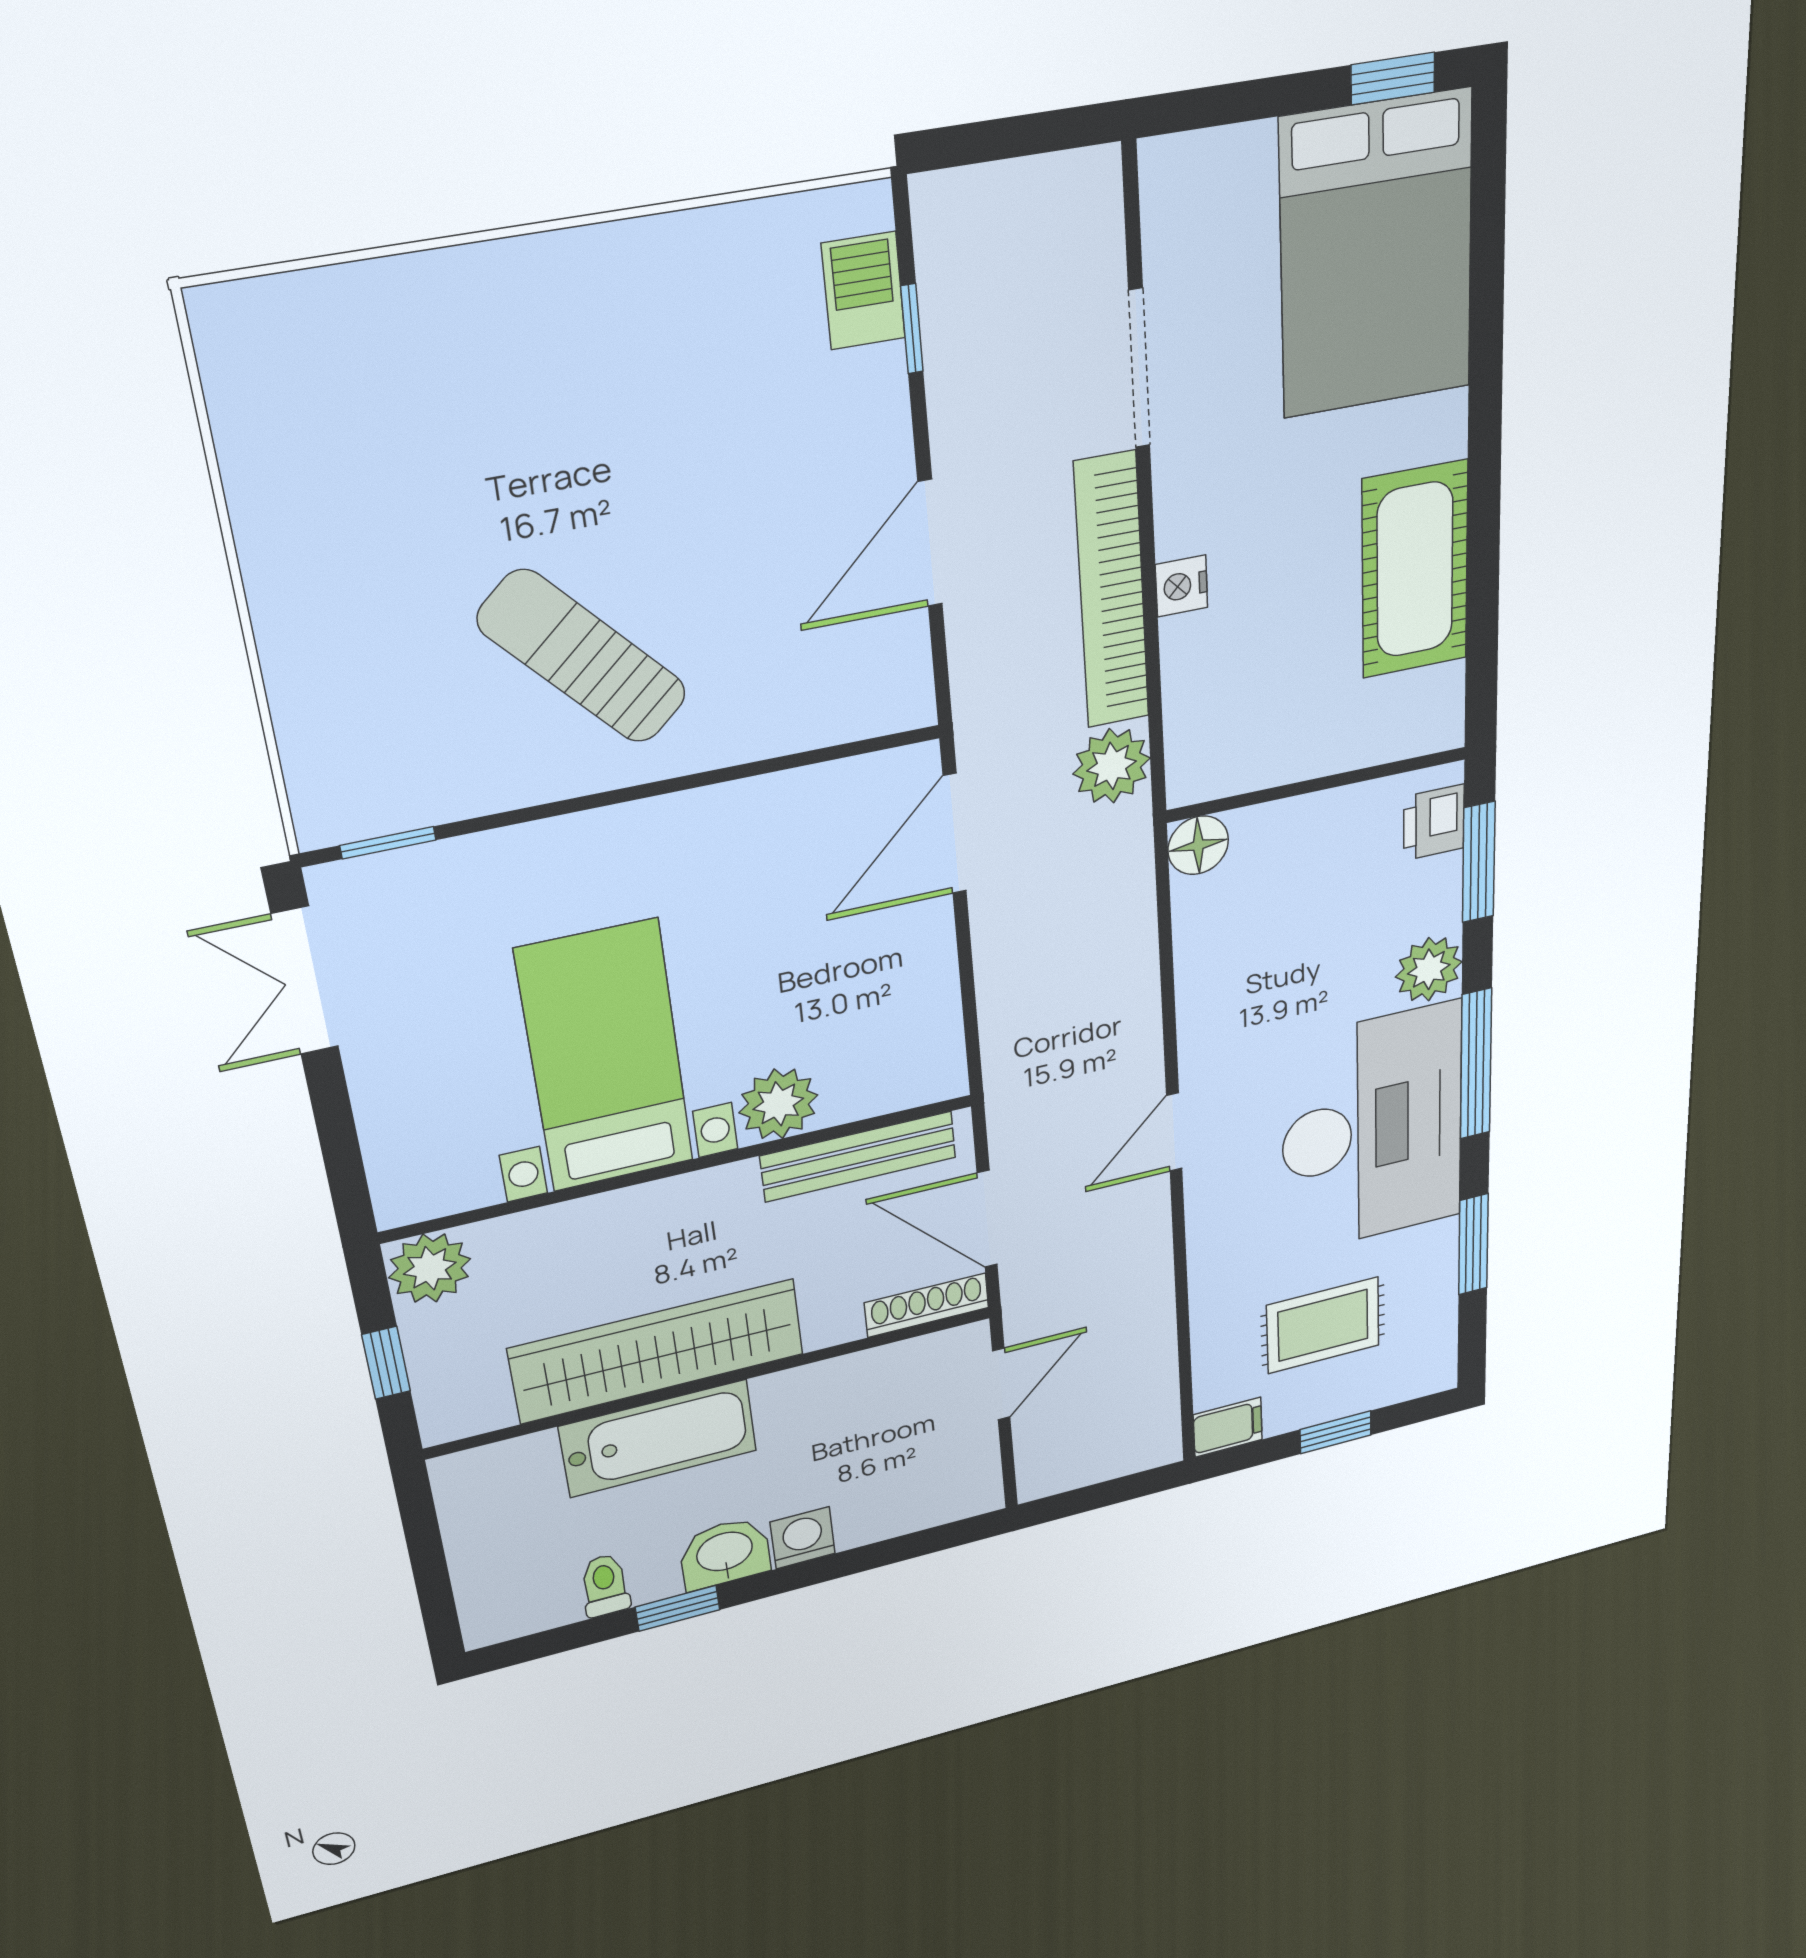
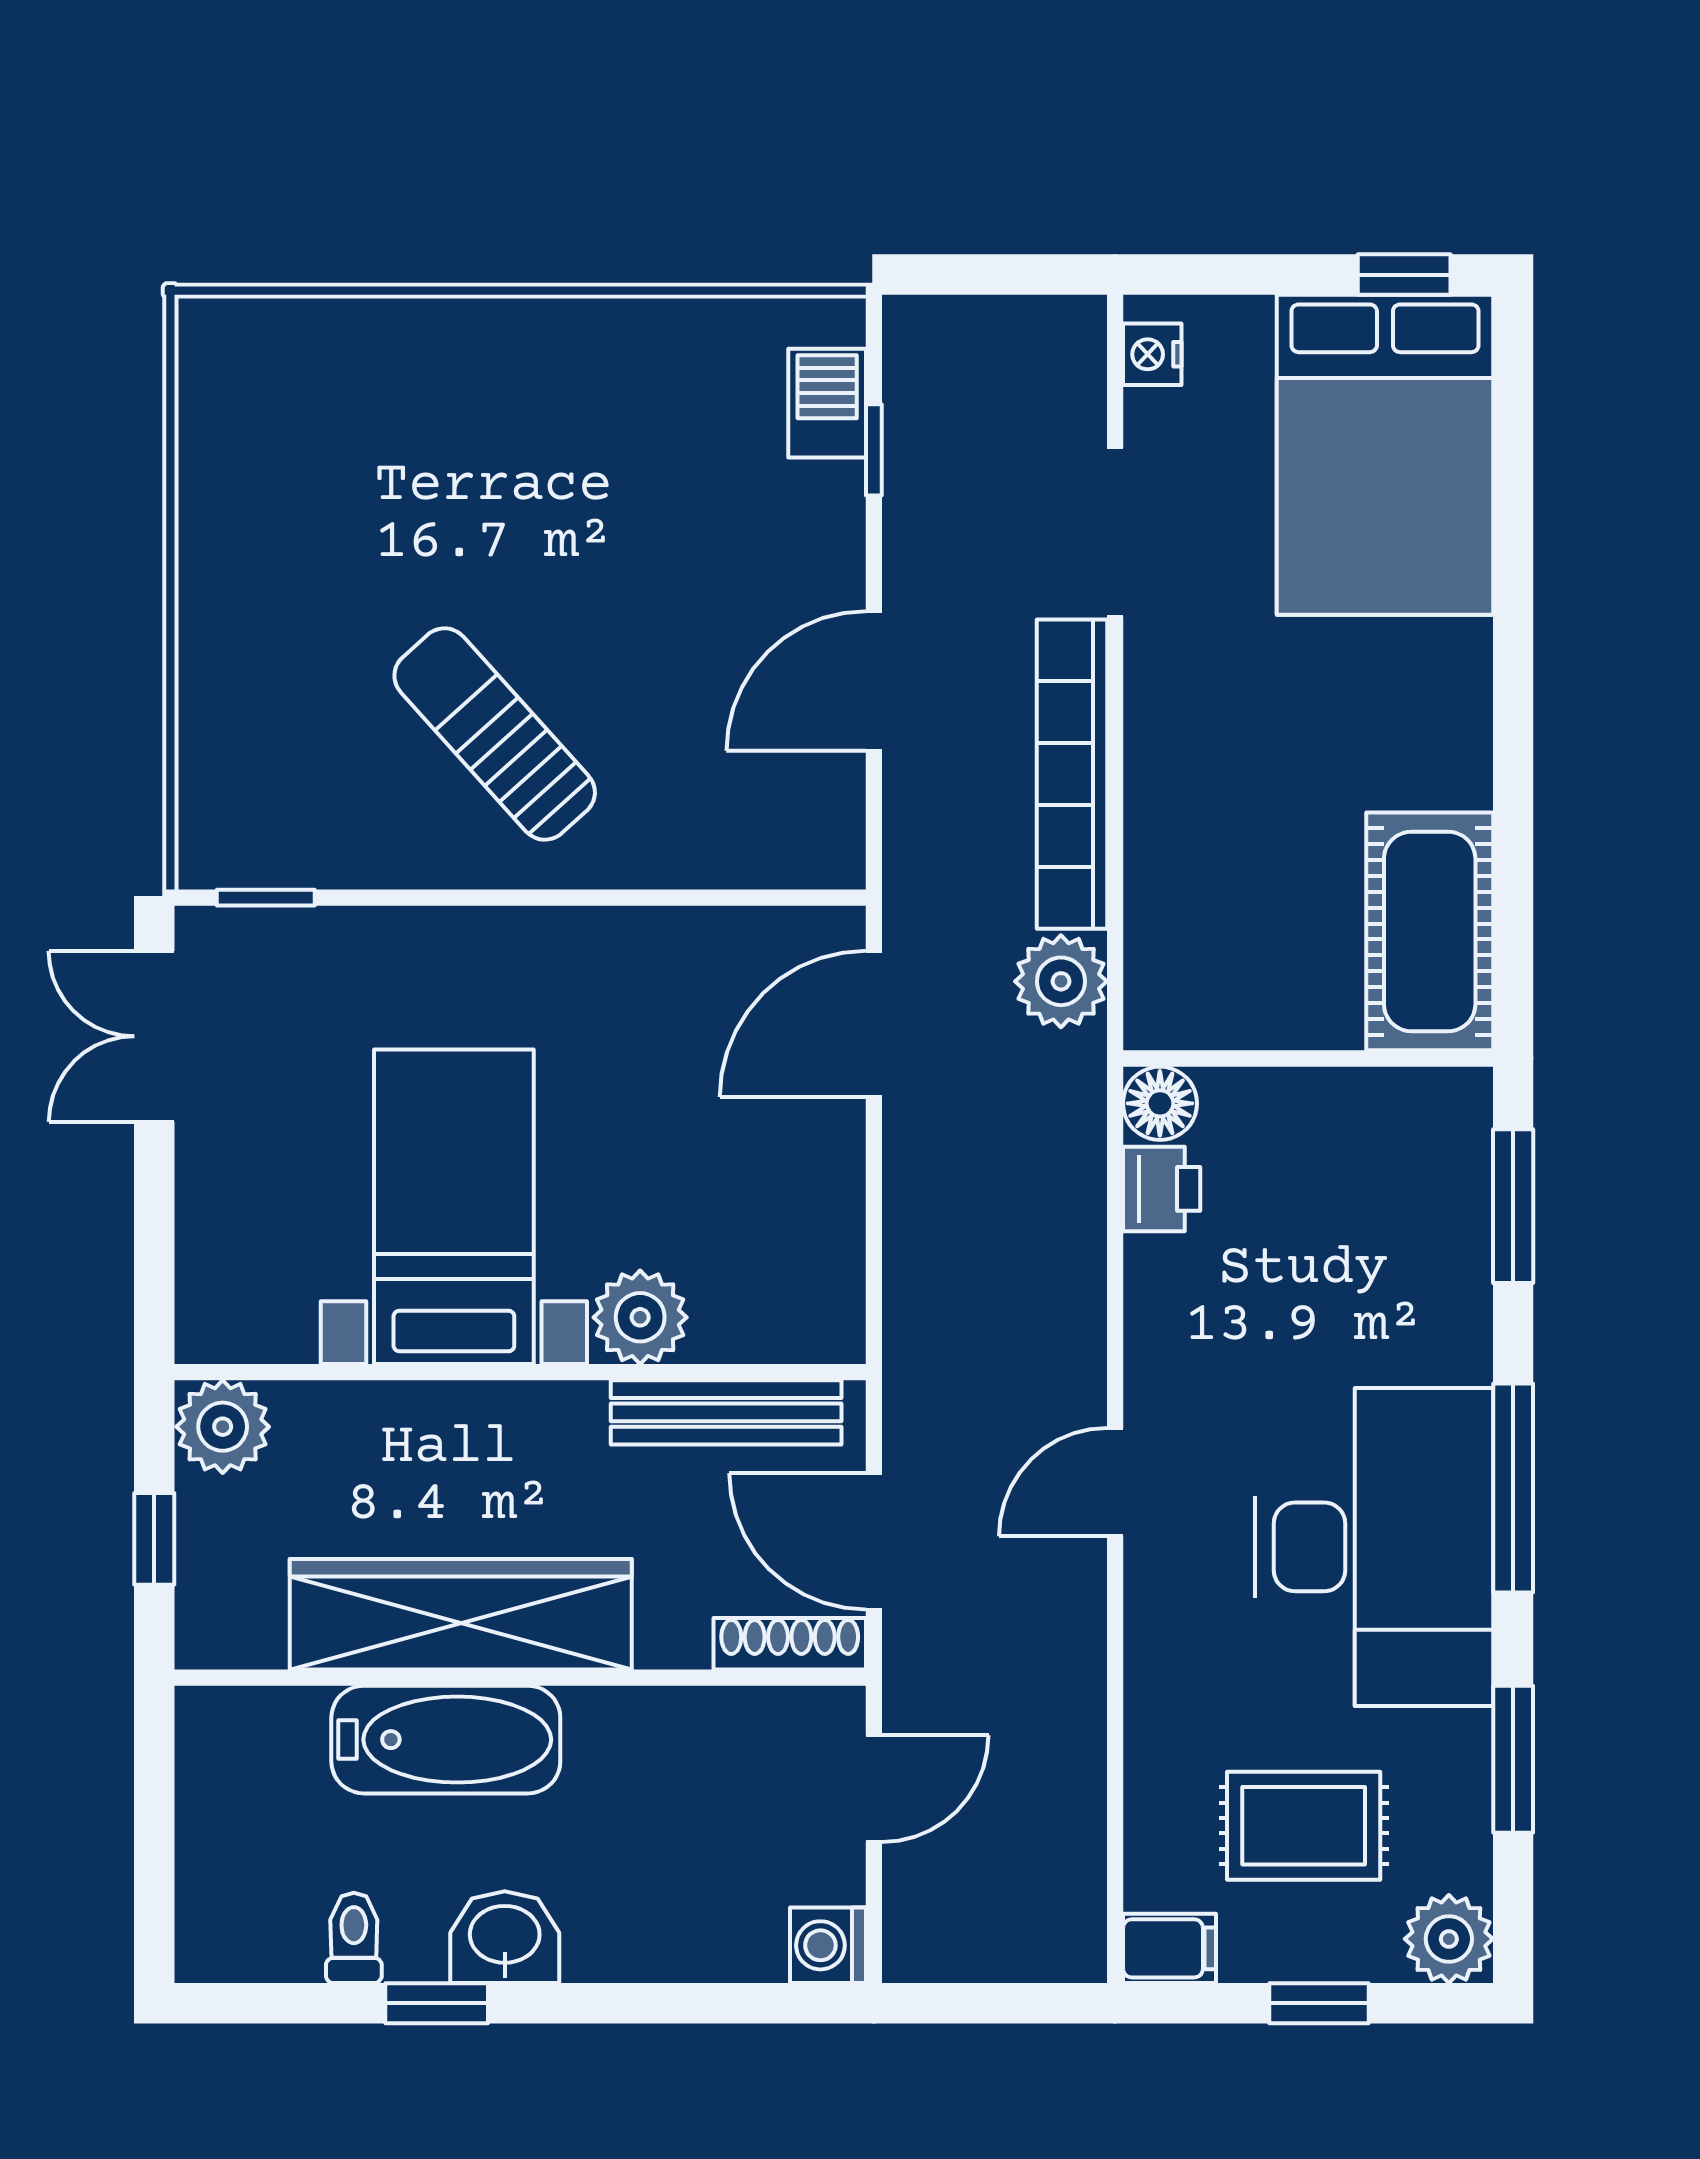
cot: (1415, 570) -> (1430, 931), moved
nightstand: (1181, 586) -> (1152, 354), moved
printer: (1434, 822) -> (1162, 1189), moved, turned 180
plant: (1429, 969) -> (1449, 1939), moved
washing machine: (803, 1538) -> (828, 1945), moved, turned -90

